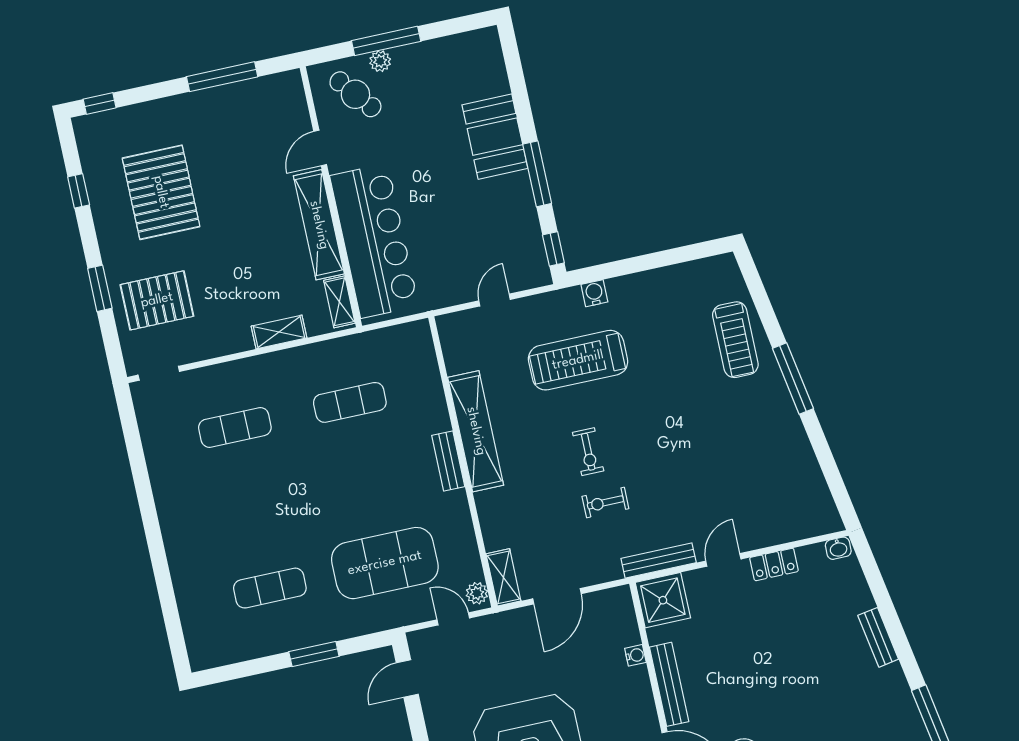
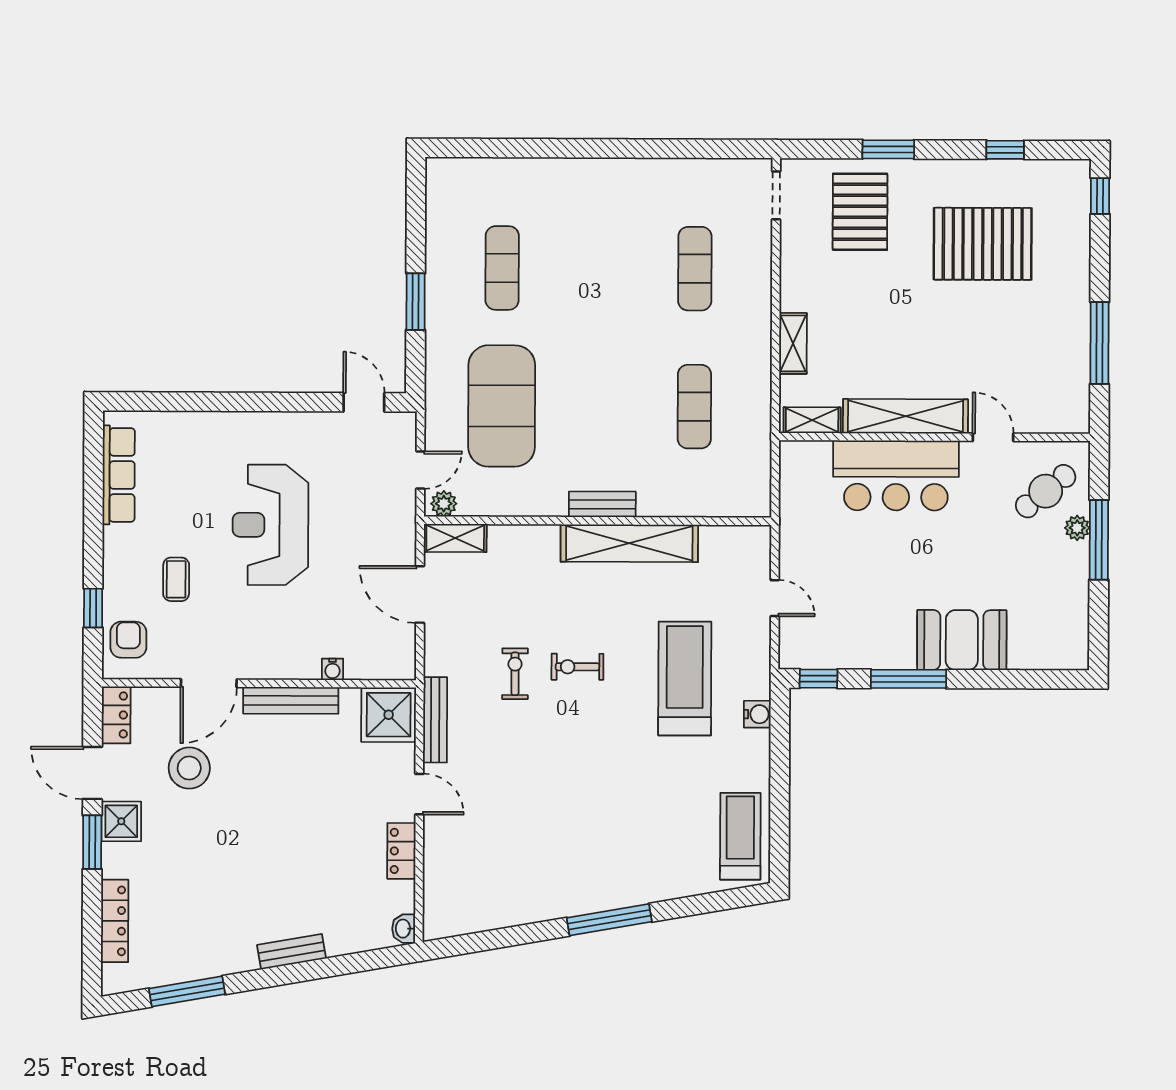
bar counter: (374, 241) -> (896, 475), width x0.73
treadmill: (735, 340) -> (740, 836), moved, turned 90

